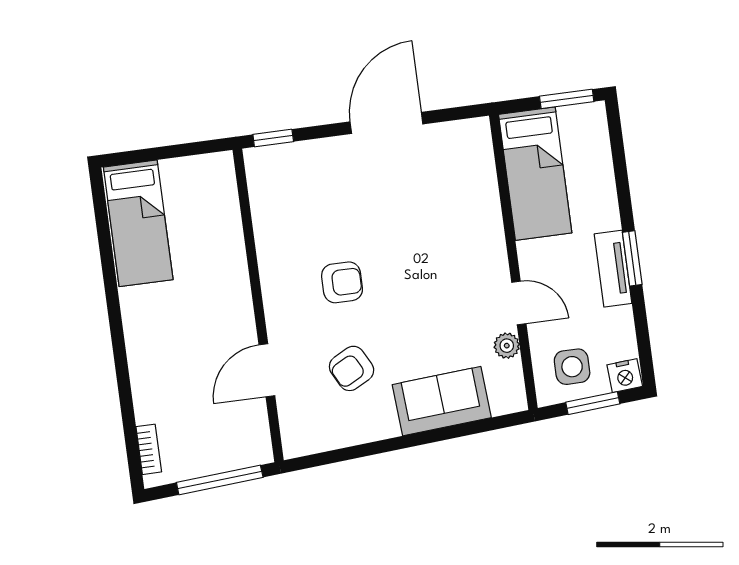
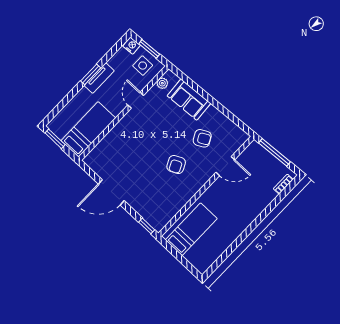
bed: (138, 223) -> (191, 229), moved
armchair: (342, 282) -> (176, 165), turned -116
plant: (507, 346) -> (162, 83), moved

